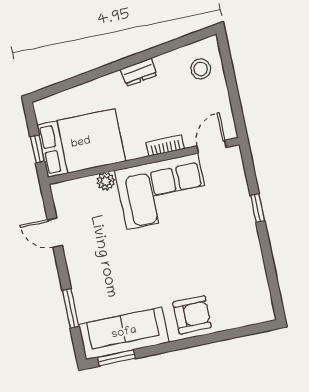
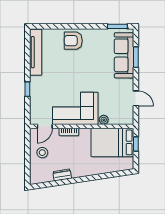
stool: (201, 69) -> (42, 153), moved
dresser: (139, 72) -> (62, 175), moved
tv unit: (257, 279) -> (36, 52), added
sofa: (124, 333) -> (124, 55), moved, turned 90

